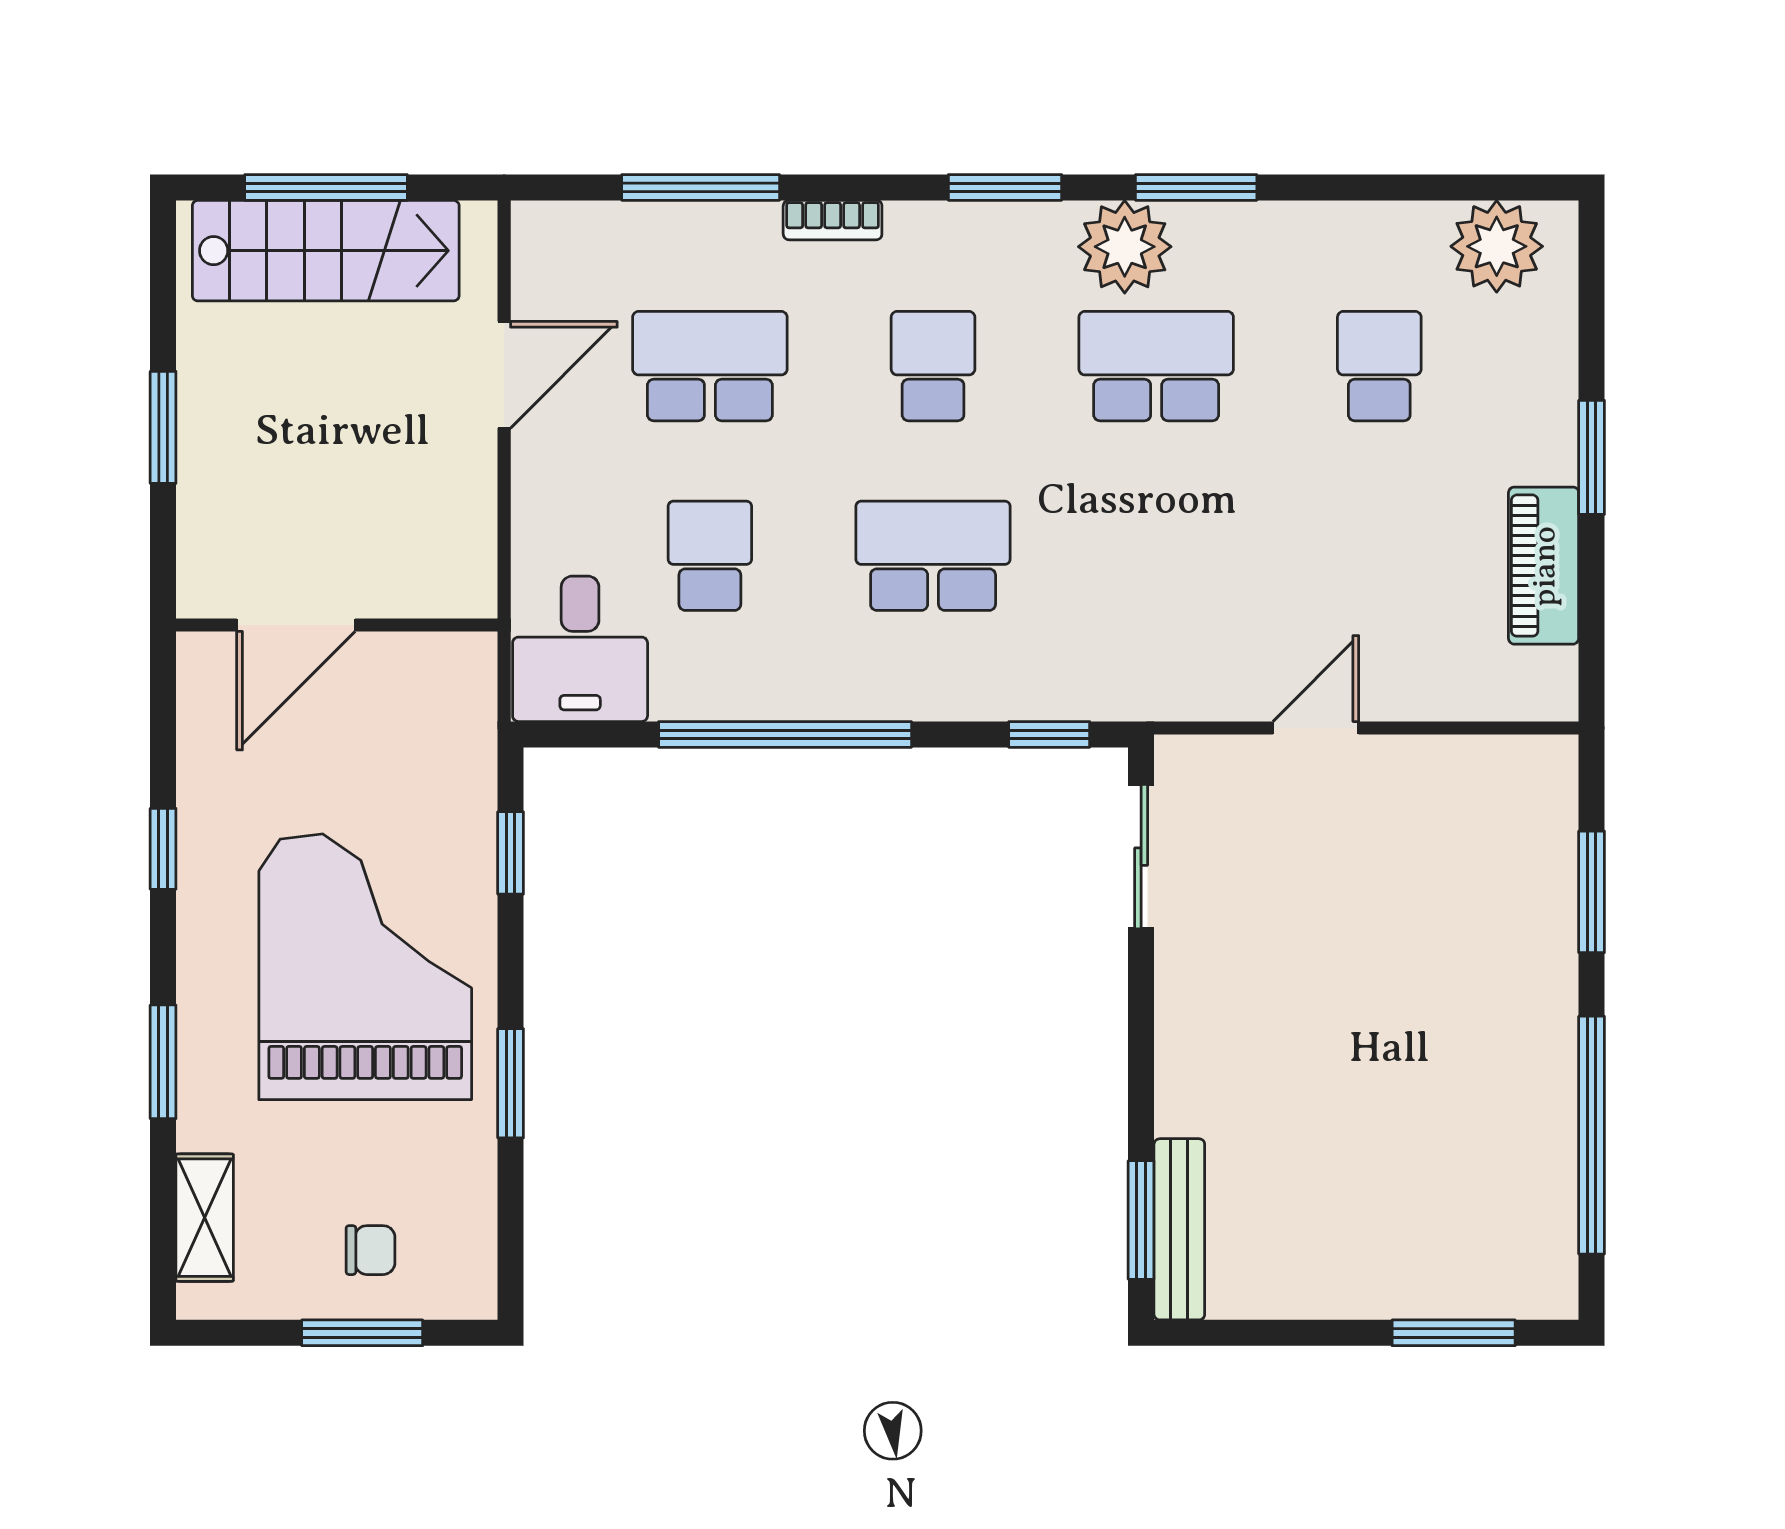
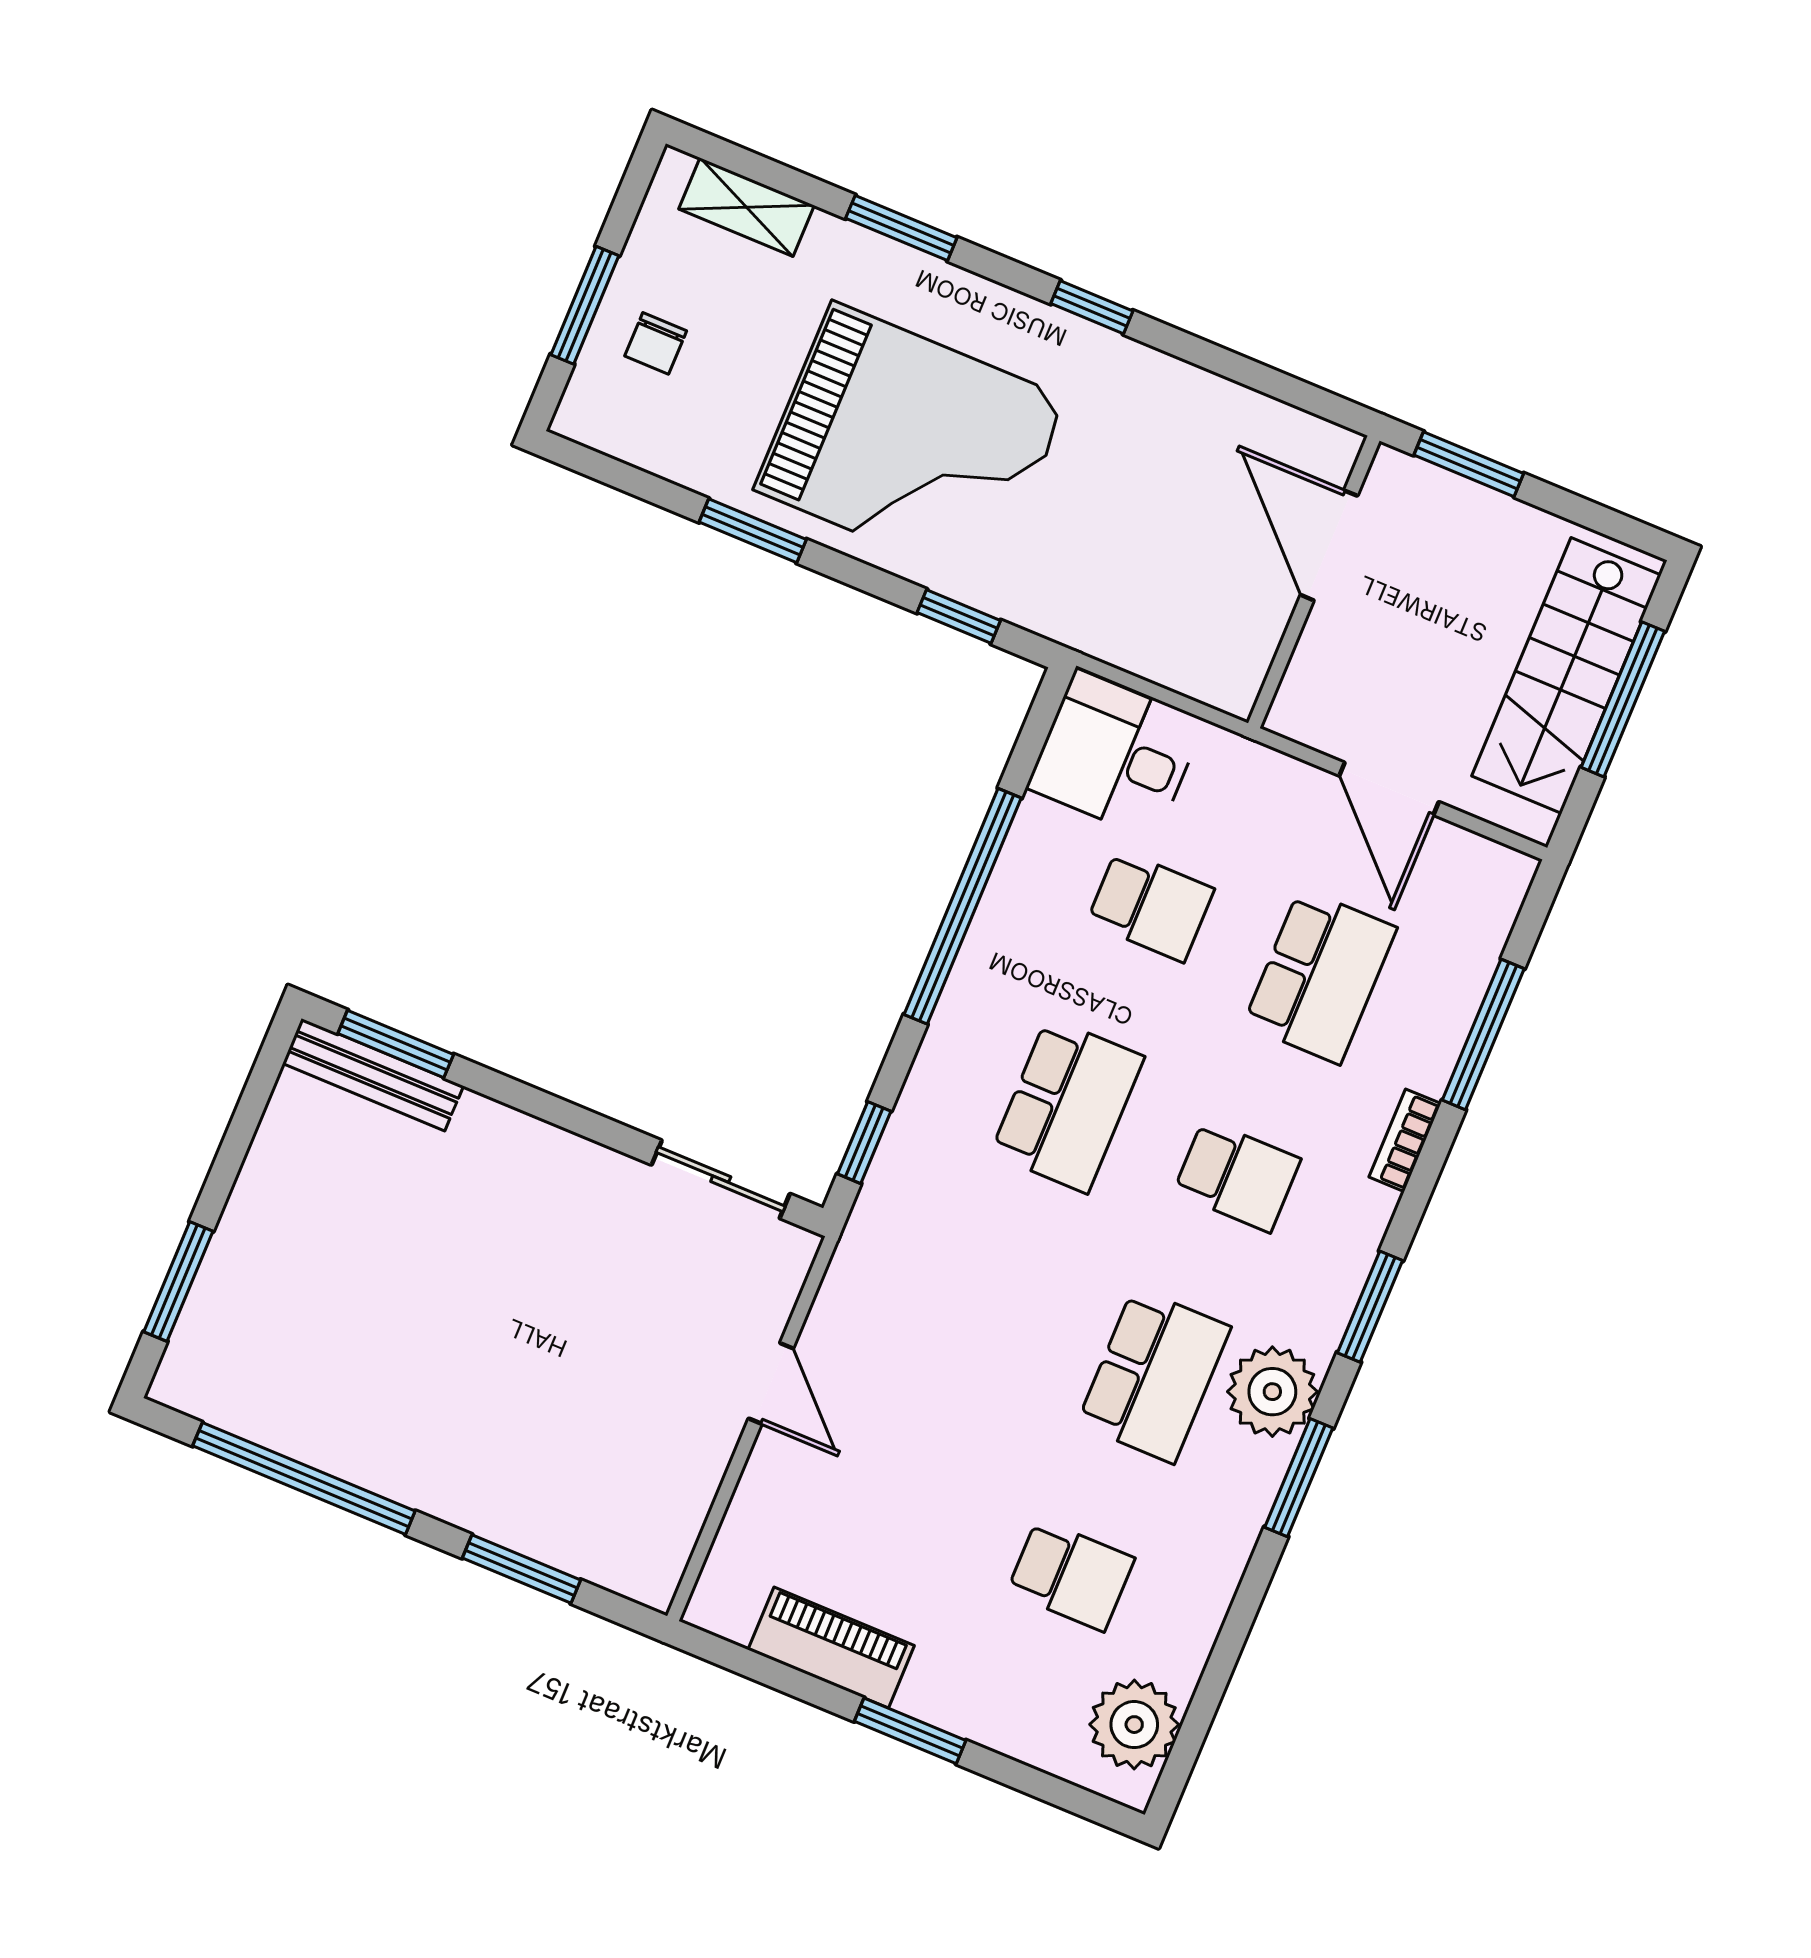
door: (296, 625) -> (1329, 545), moved
wall: (337, 625) -> (1314, 582), moved

